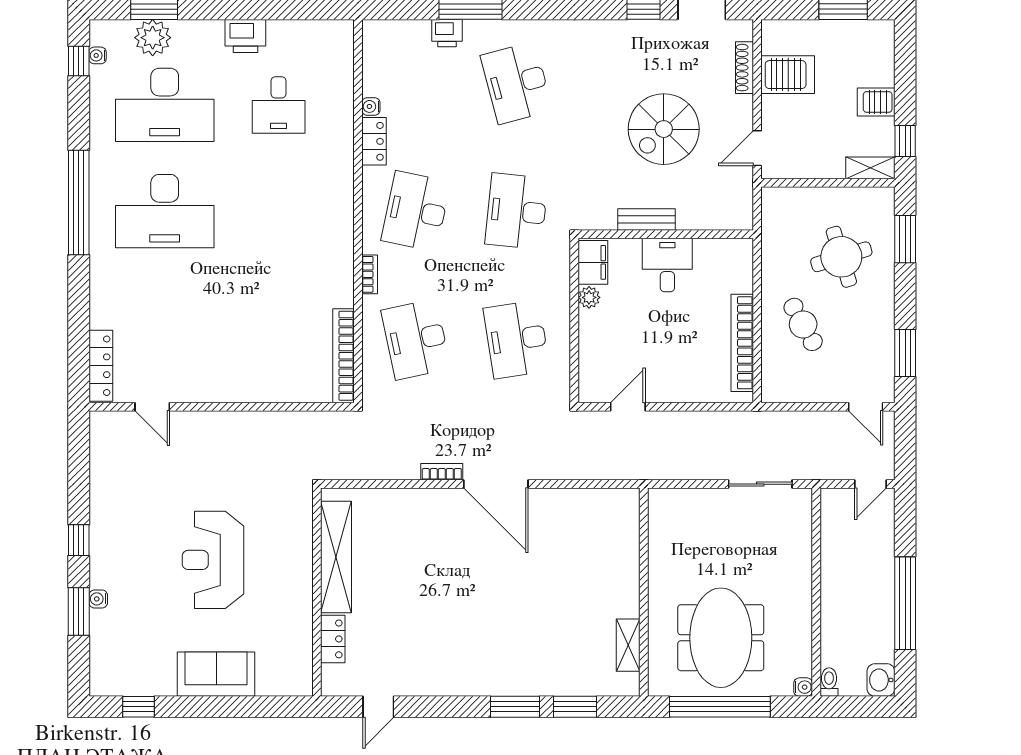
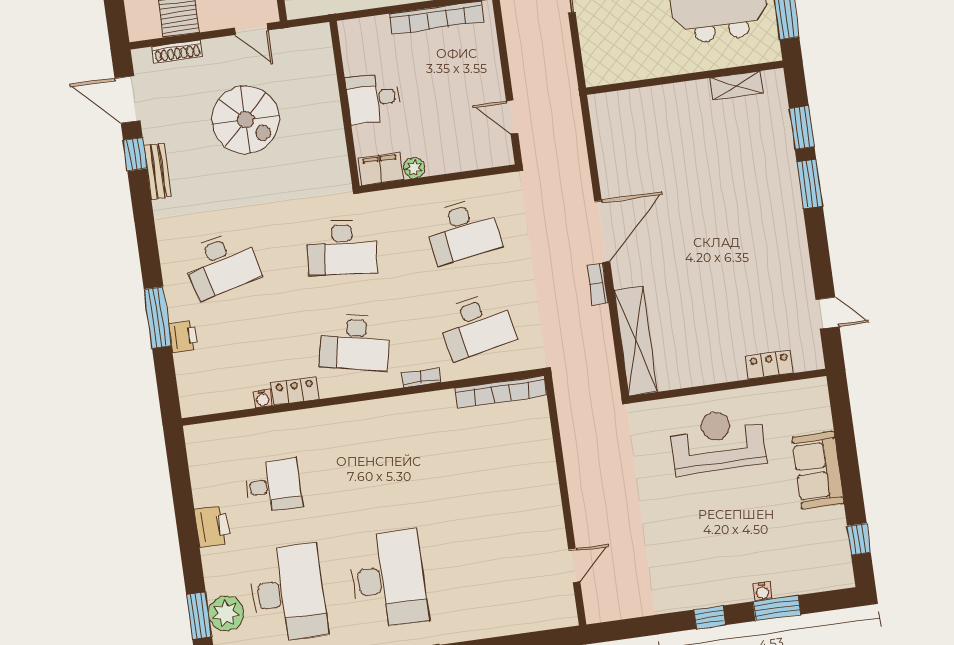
bench: (646, 220) -> (158, 171), moved
locker: (101, 366) -> (542, 619), removed
shelving: (336, 557) -> (636, 341), moved, turned 90
reception desk: (213, 560) -> (717, 441), moved, turned 180

